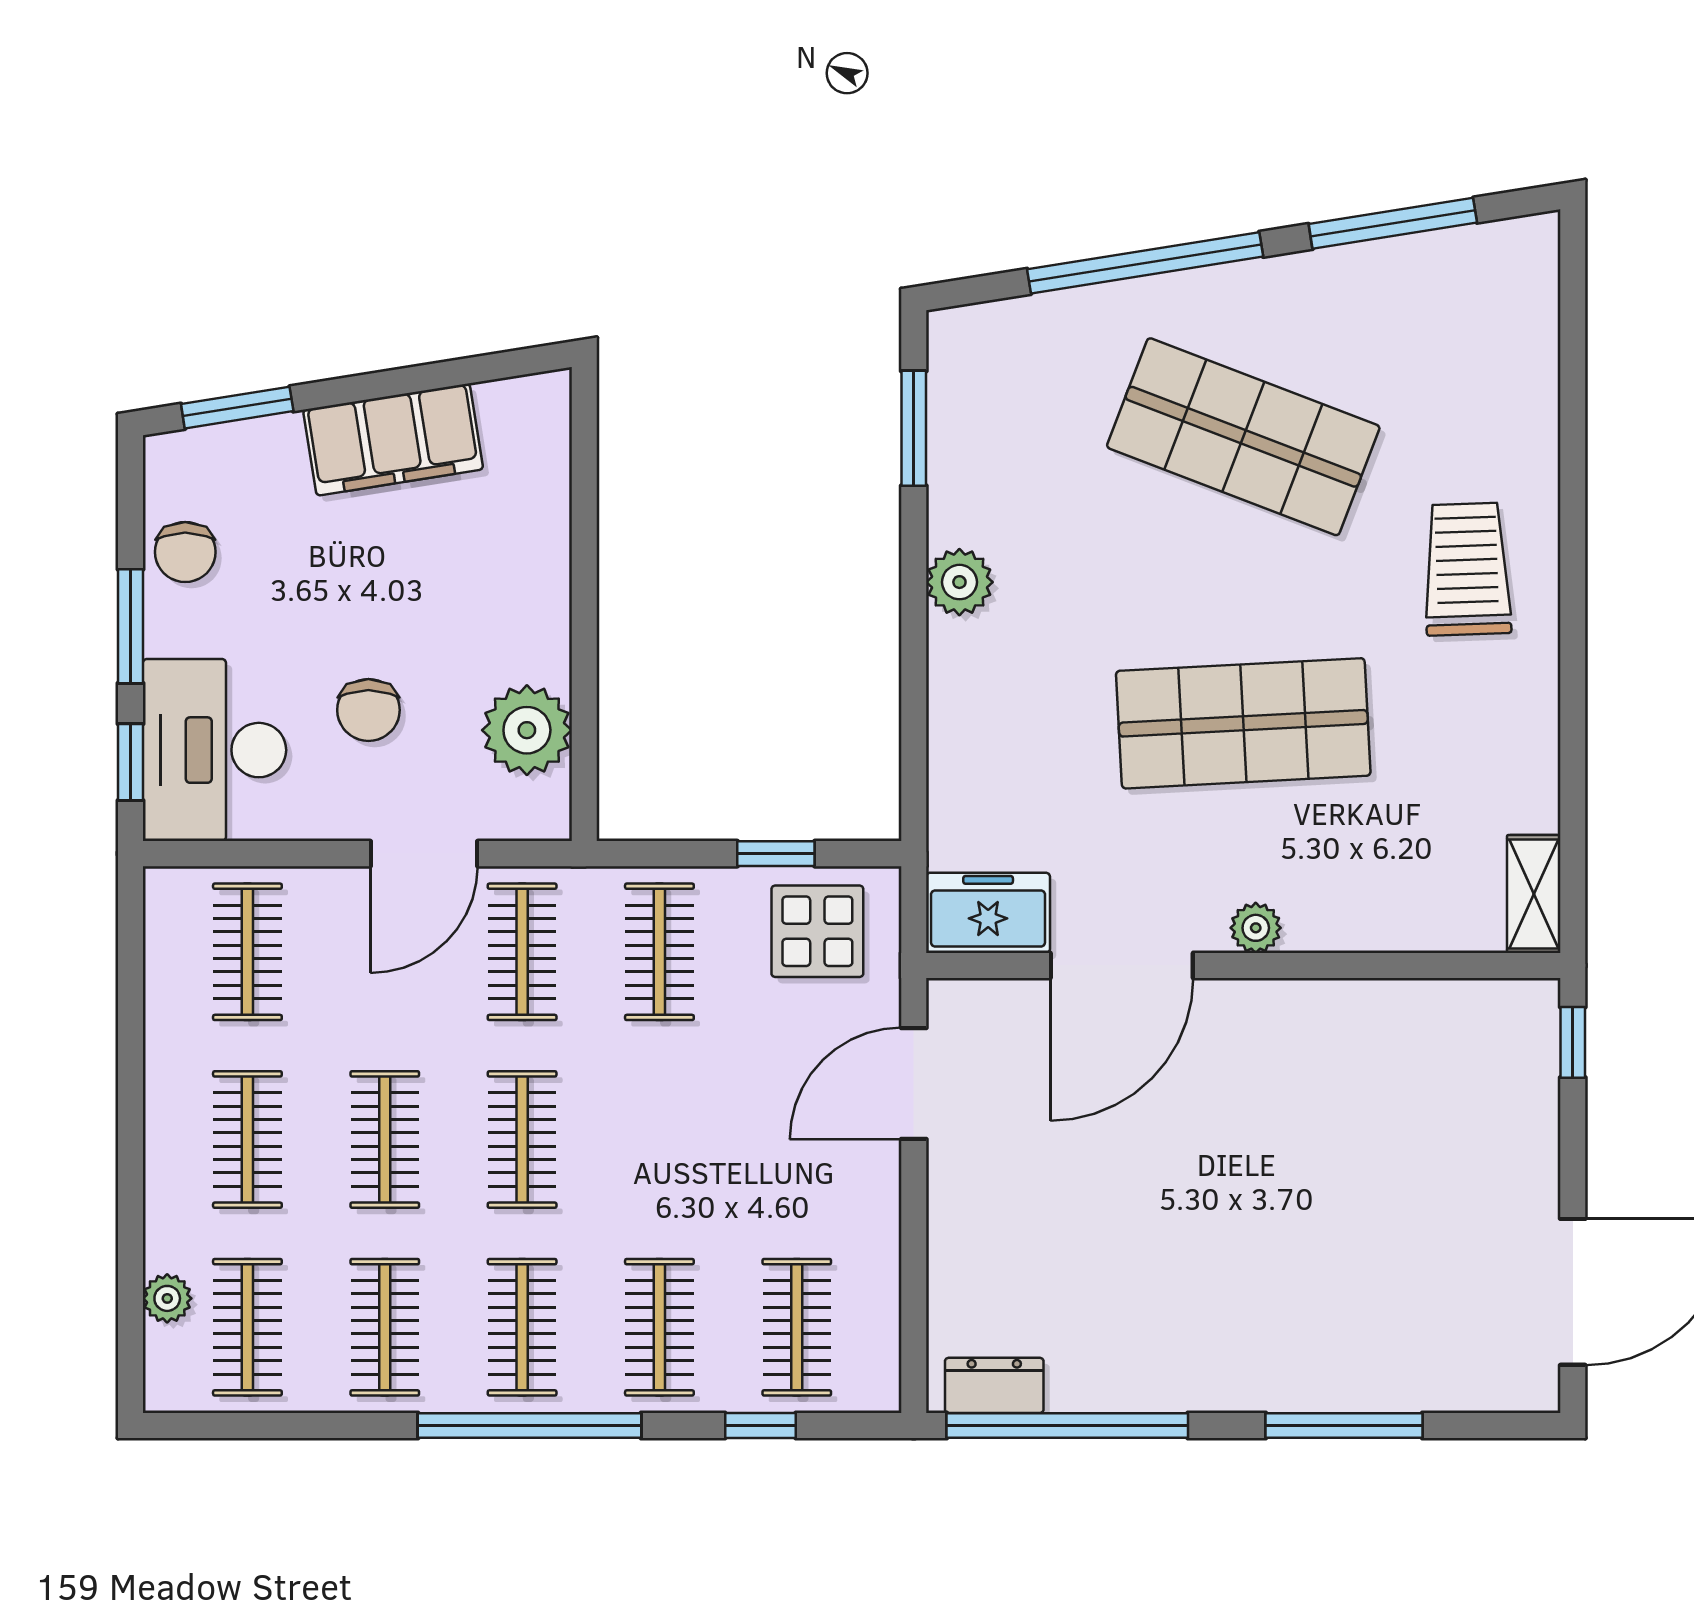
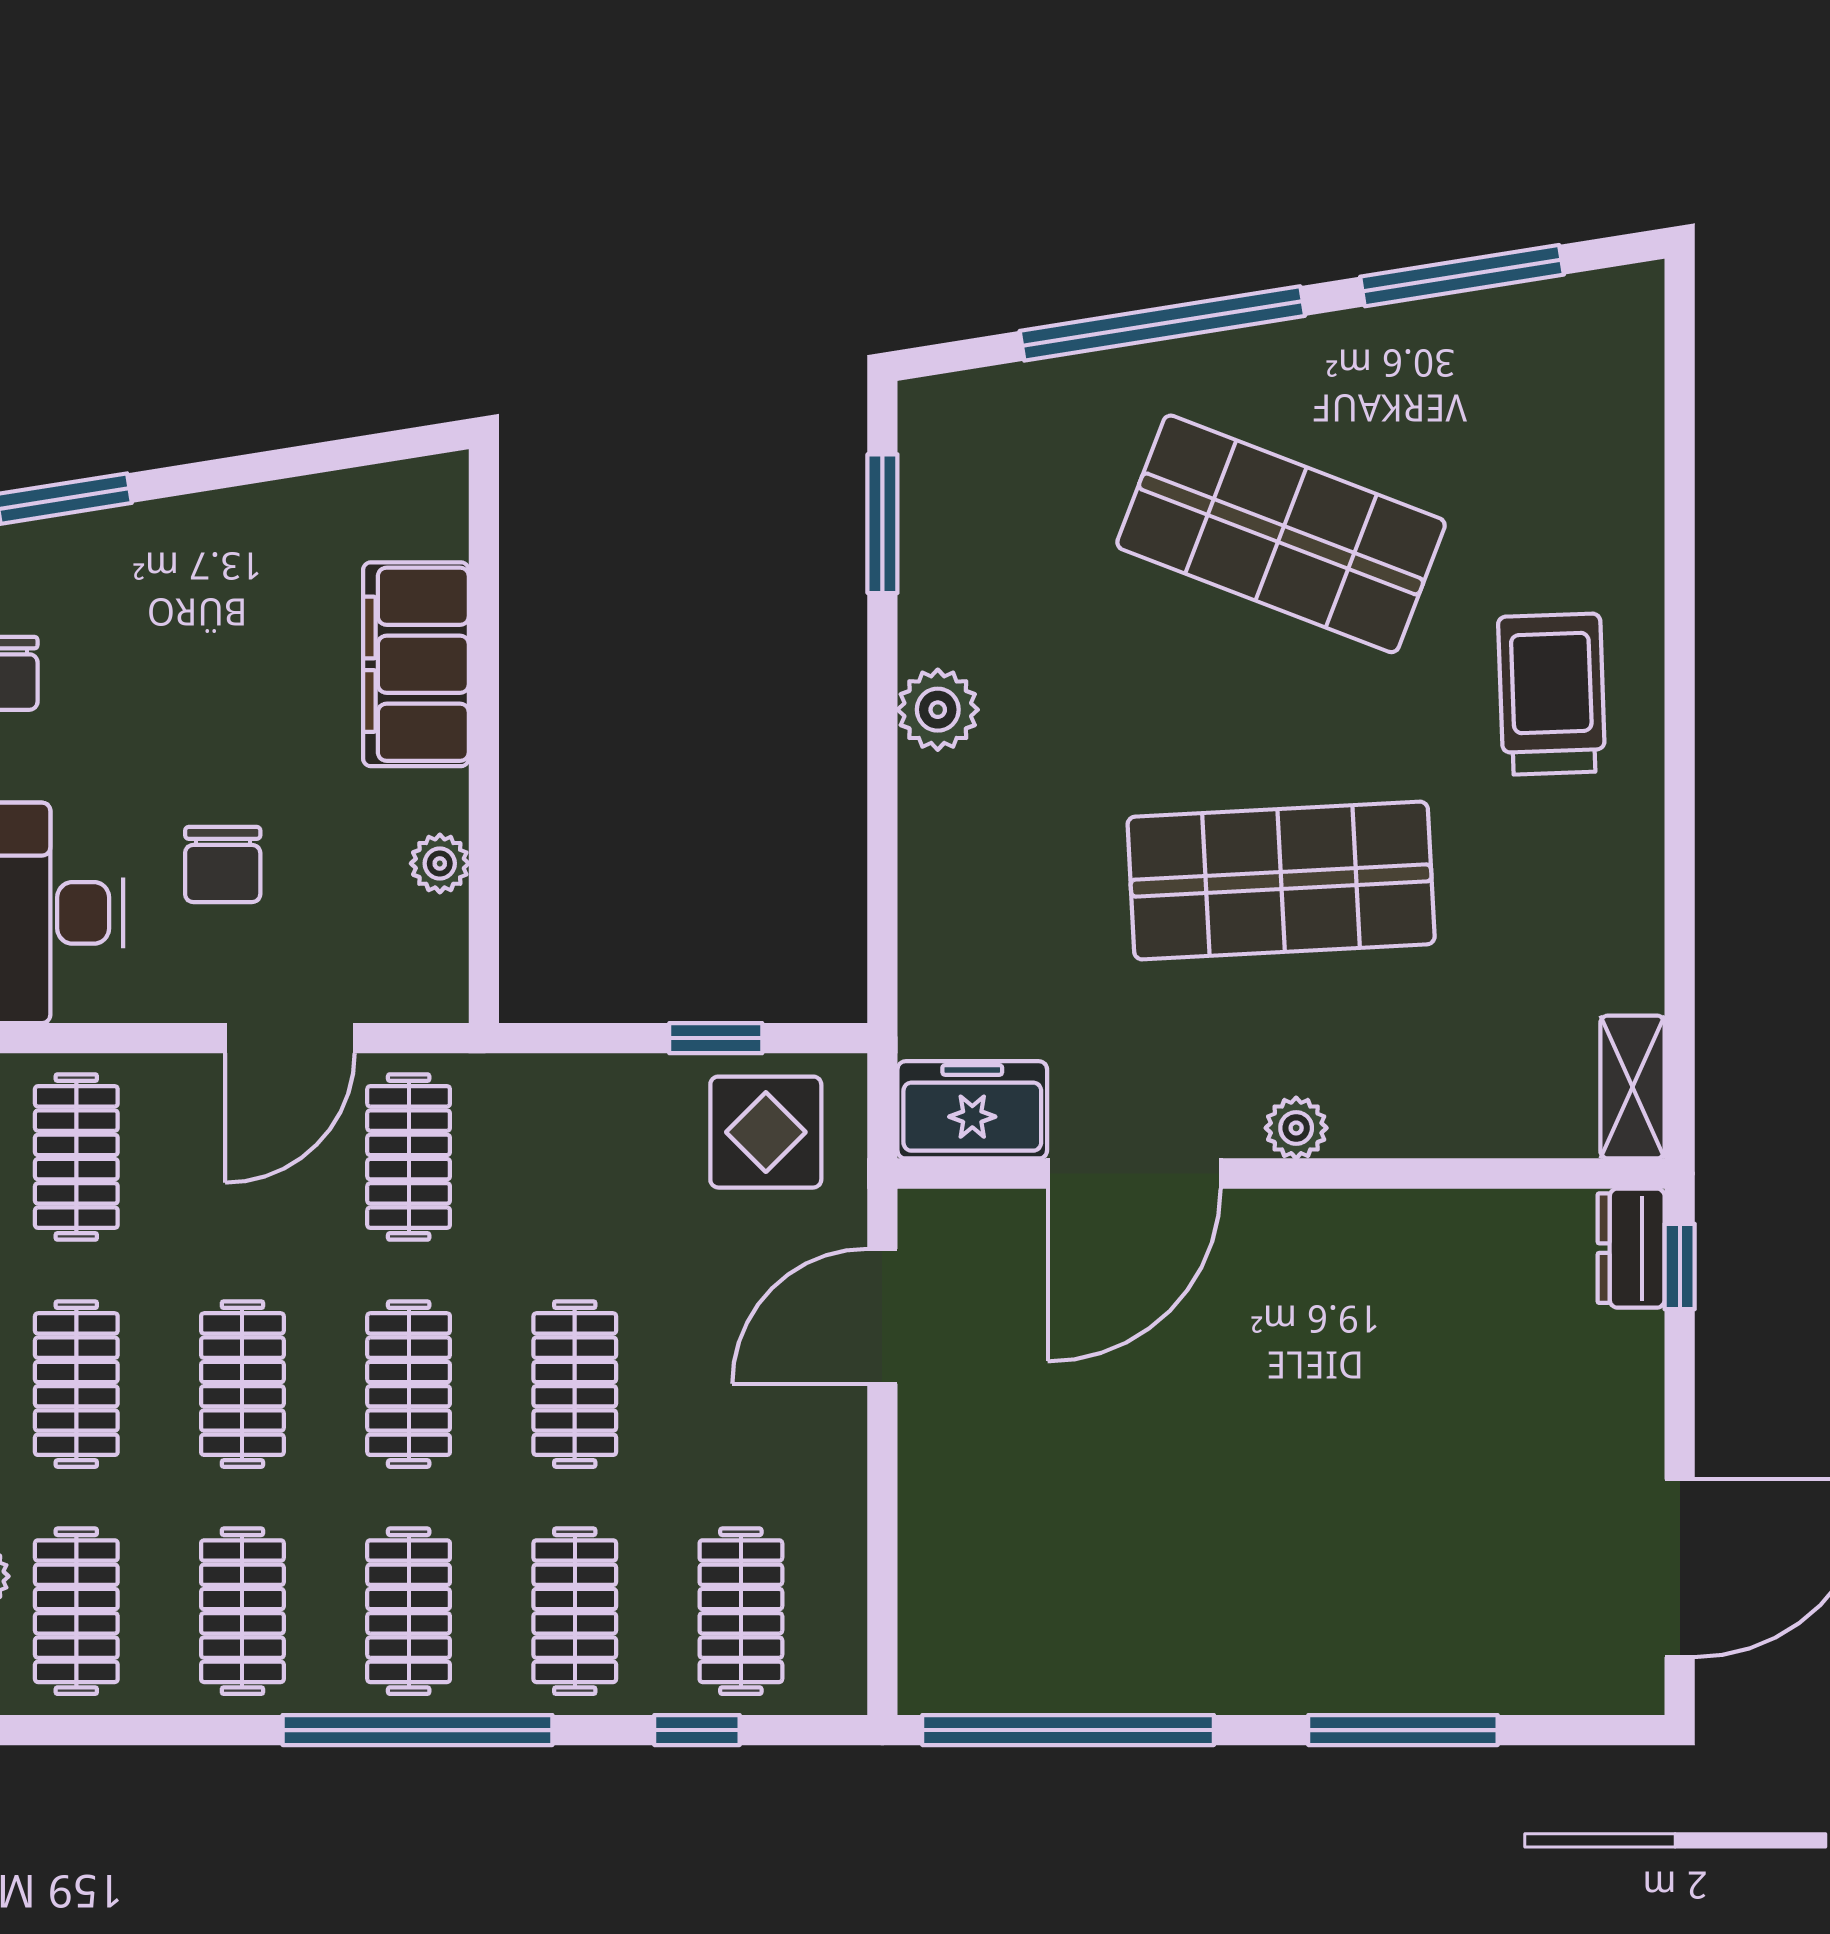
filing cabinet: (393, 440) -> (416, 664), moved, turned 99
plant: (527, 730) -> (440, 863), width x0.53, depth x0.53
clothes rail: (659, 952) -> (575, 1384), moved
dresser: (994, 1385) -> (1631, 1248), moved, turned -90

